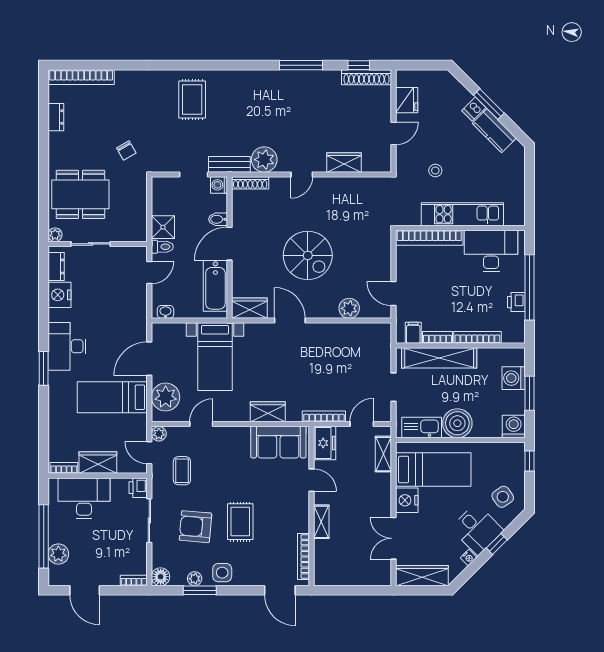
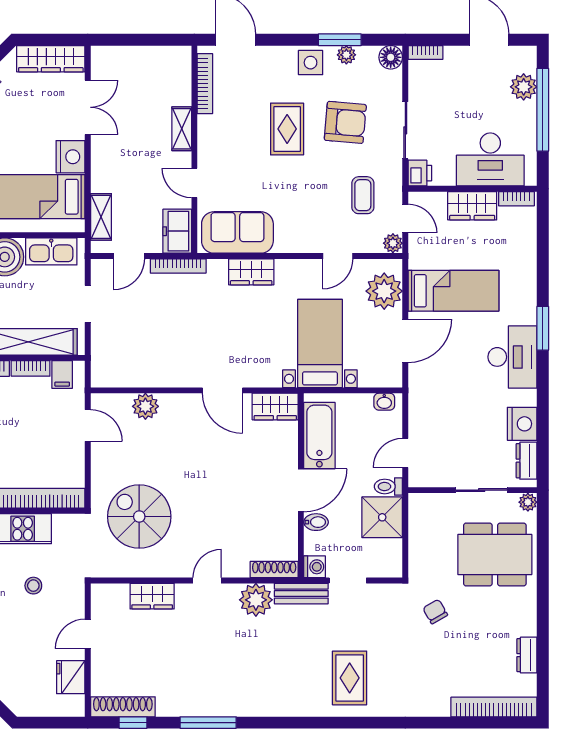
shower: (163, 227) -> (382, 517), width x1.36, depth x1.36
spiral stairs: (308, 255) -> (139, 517), moved

